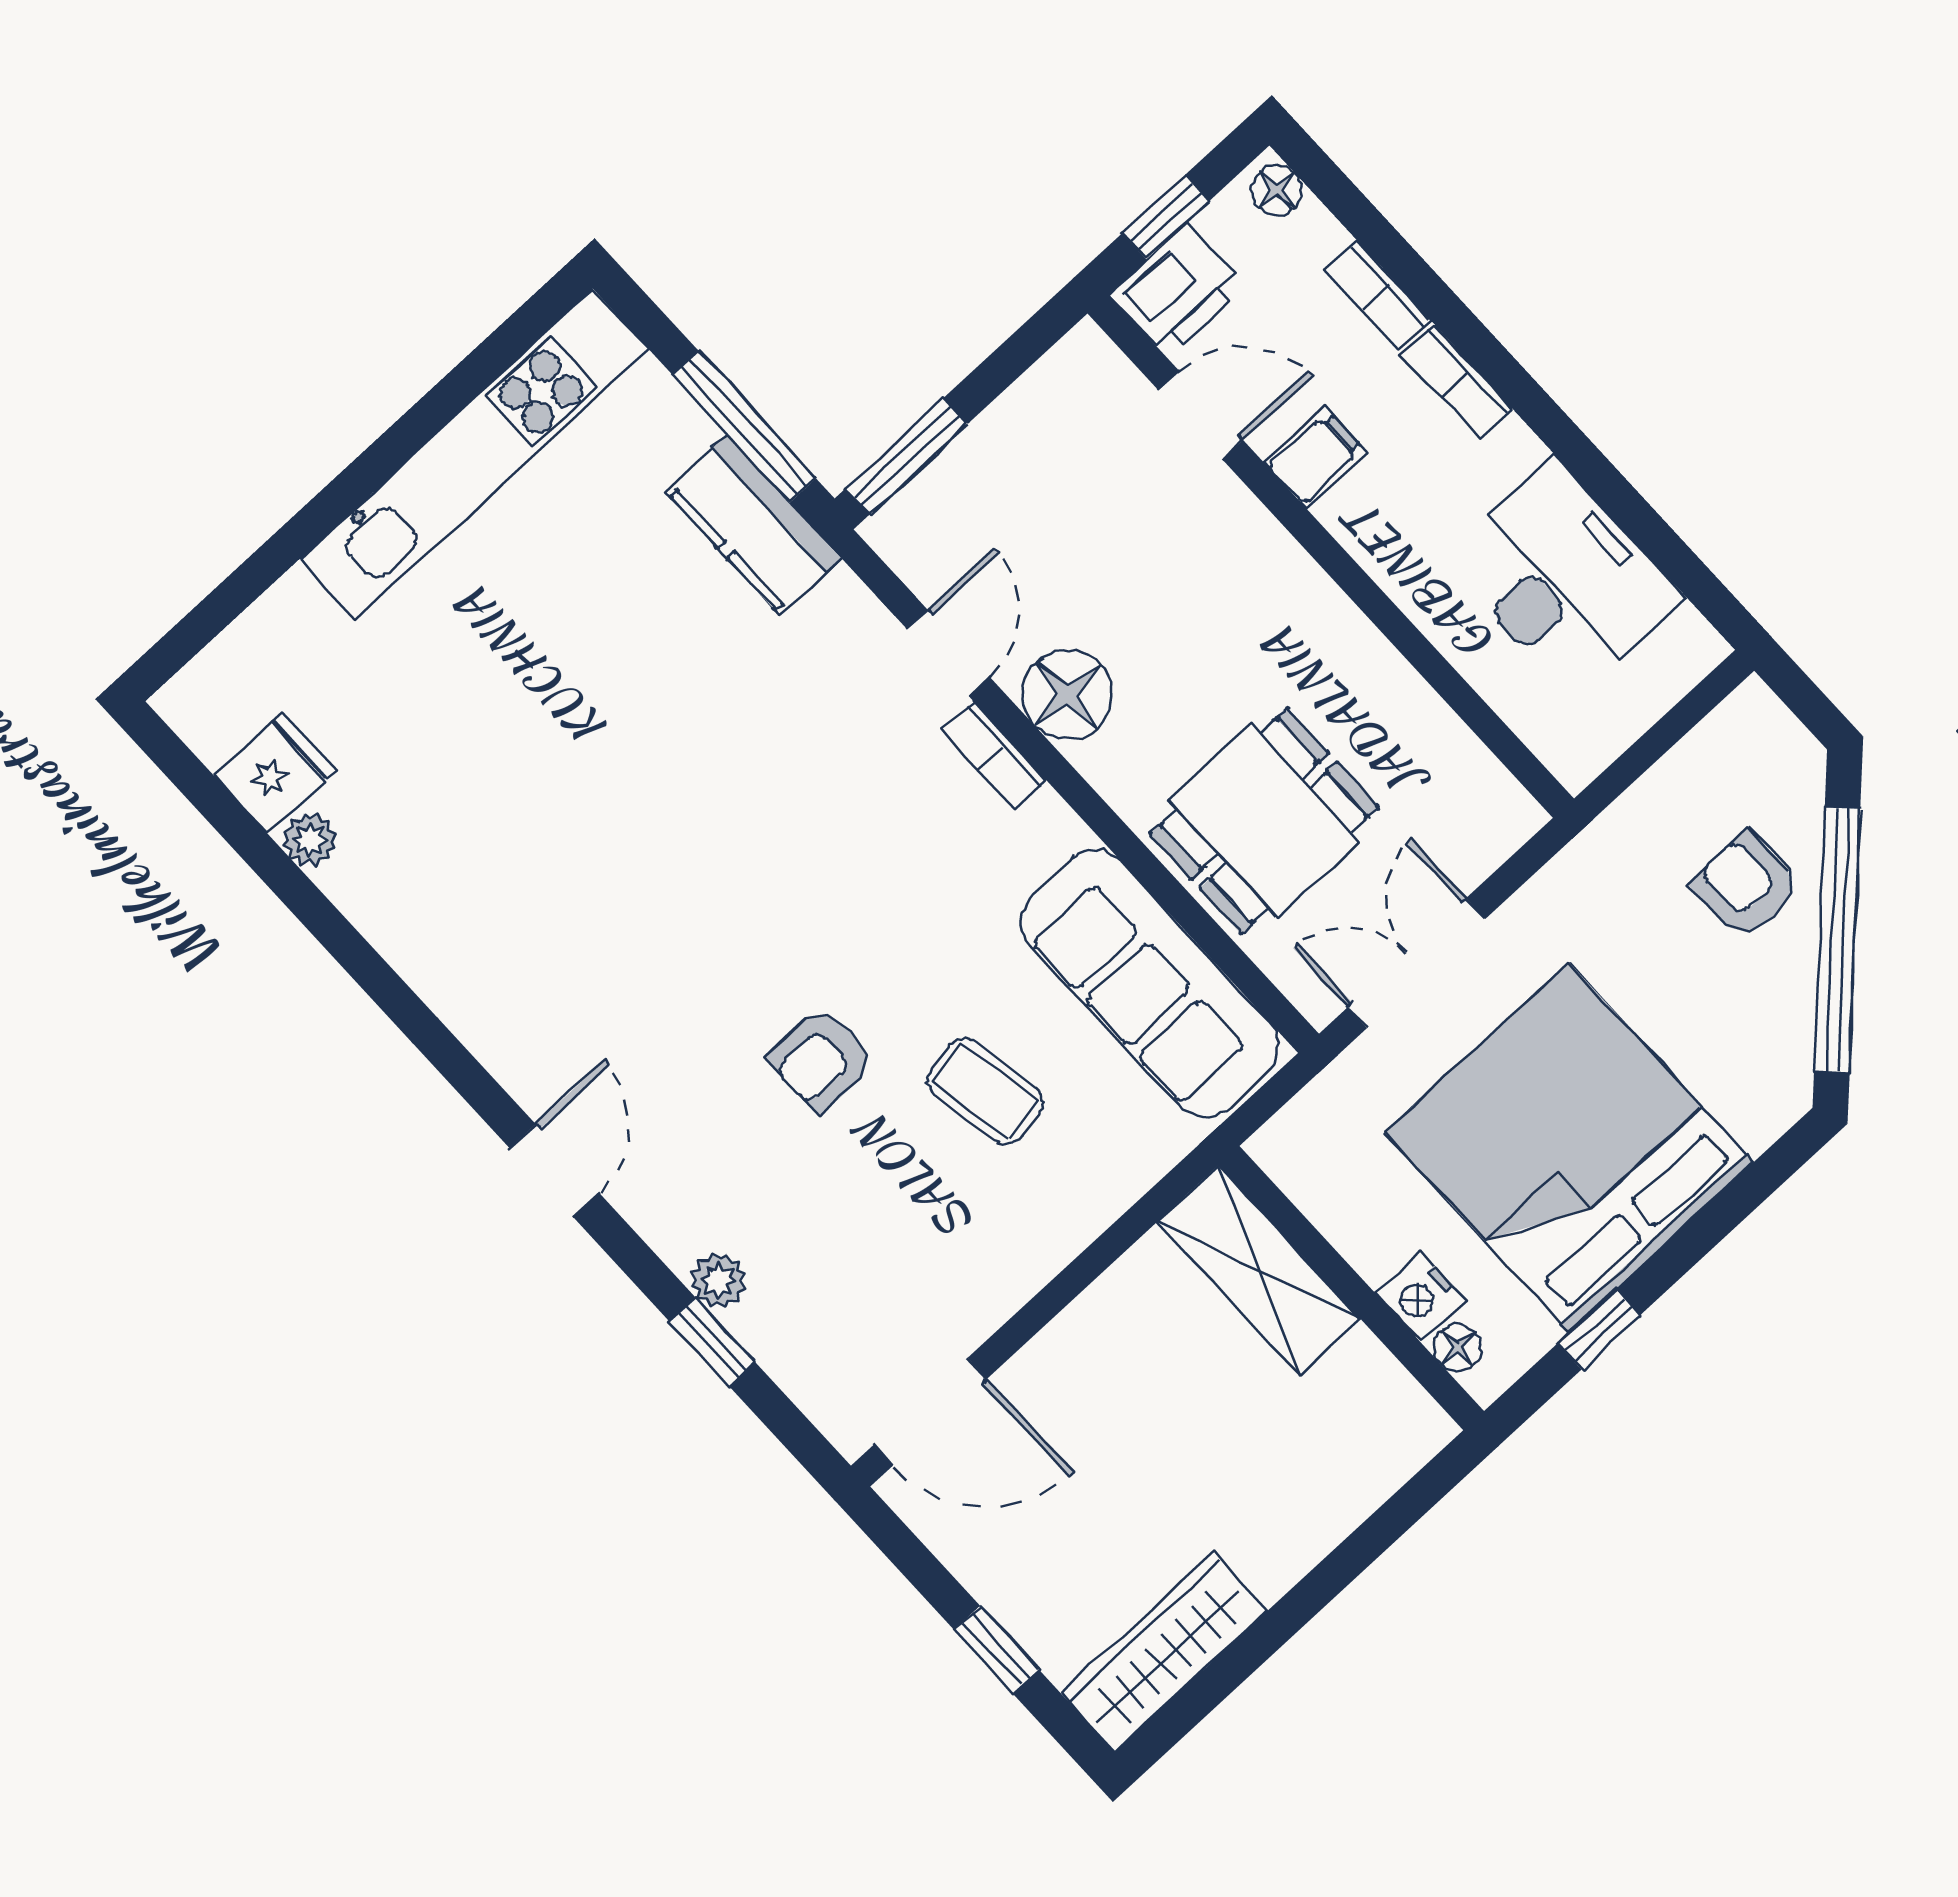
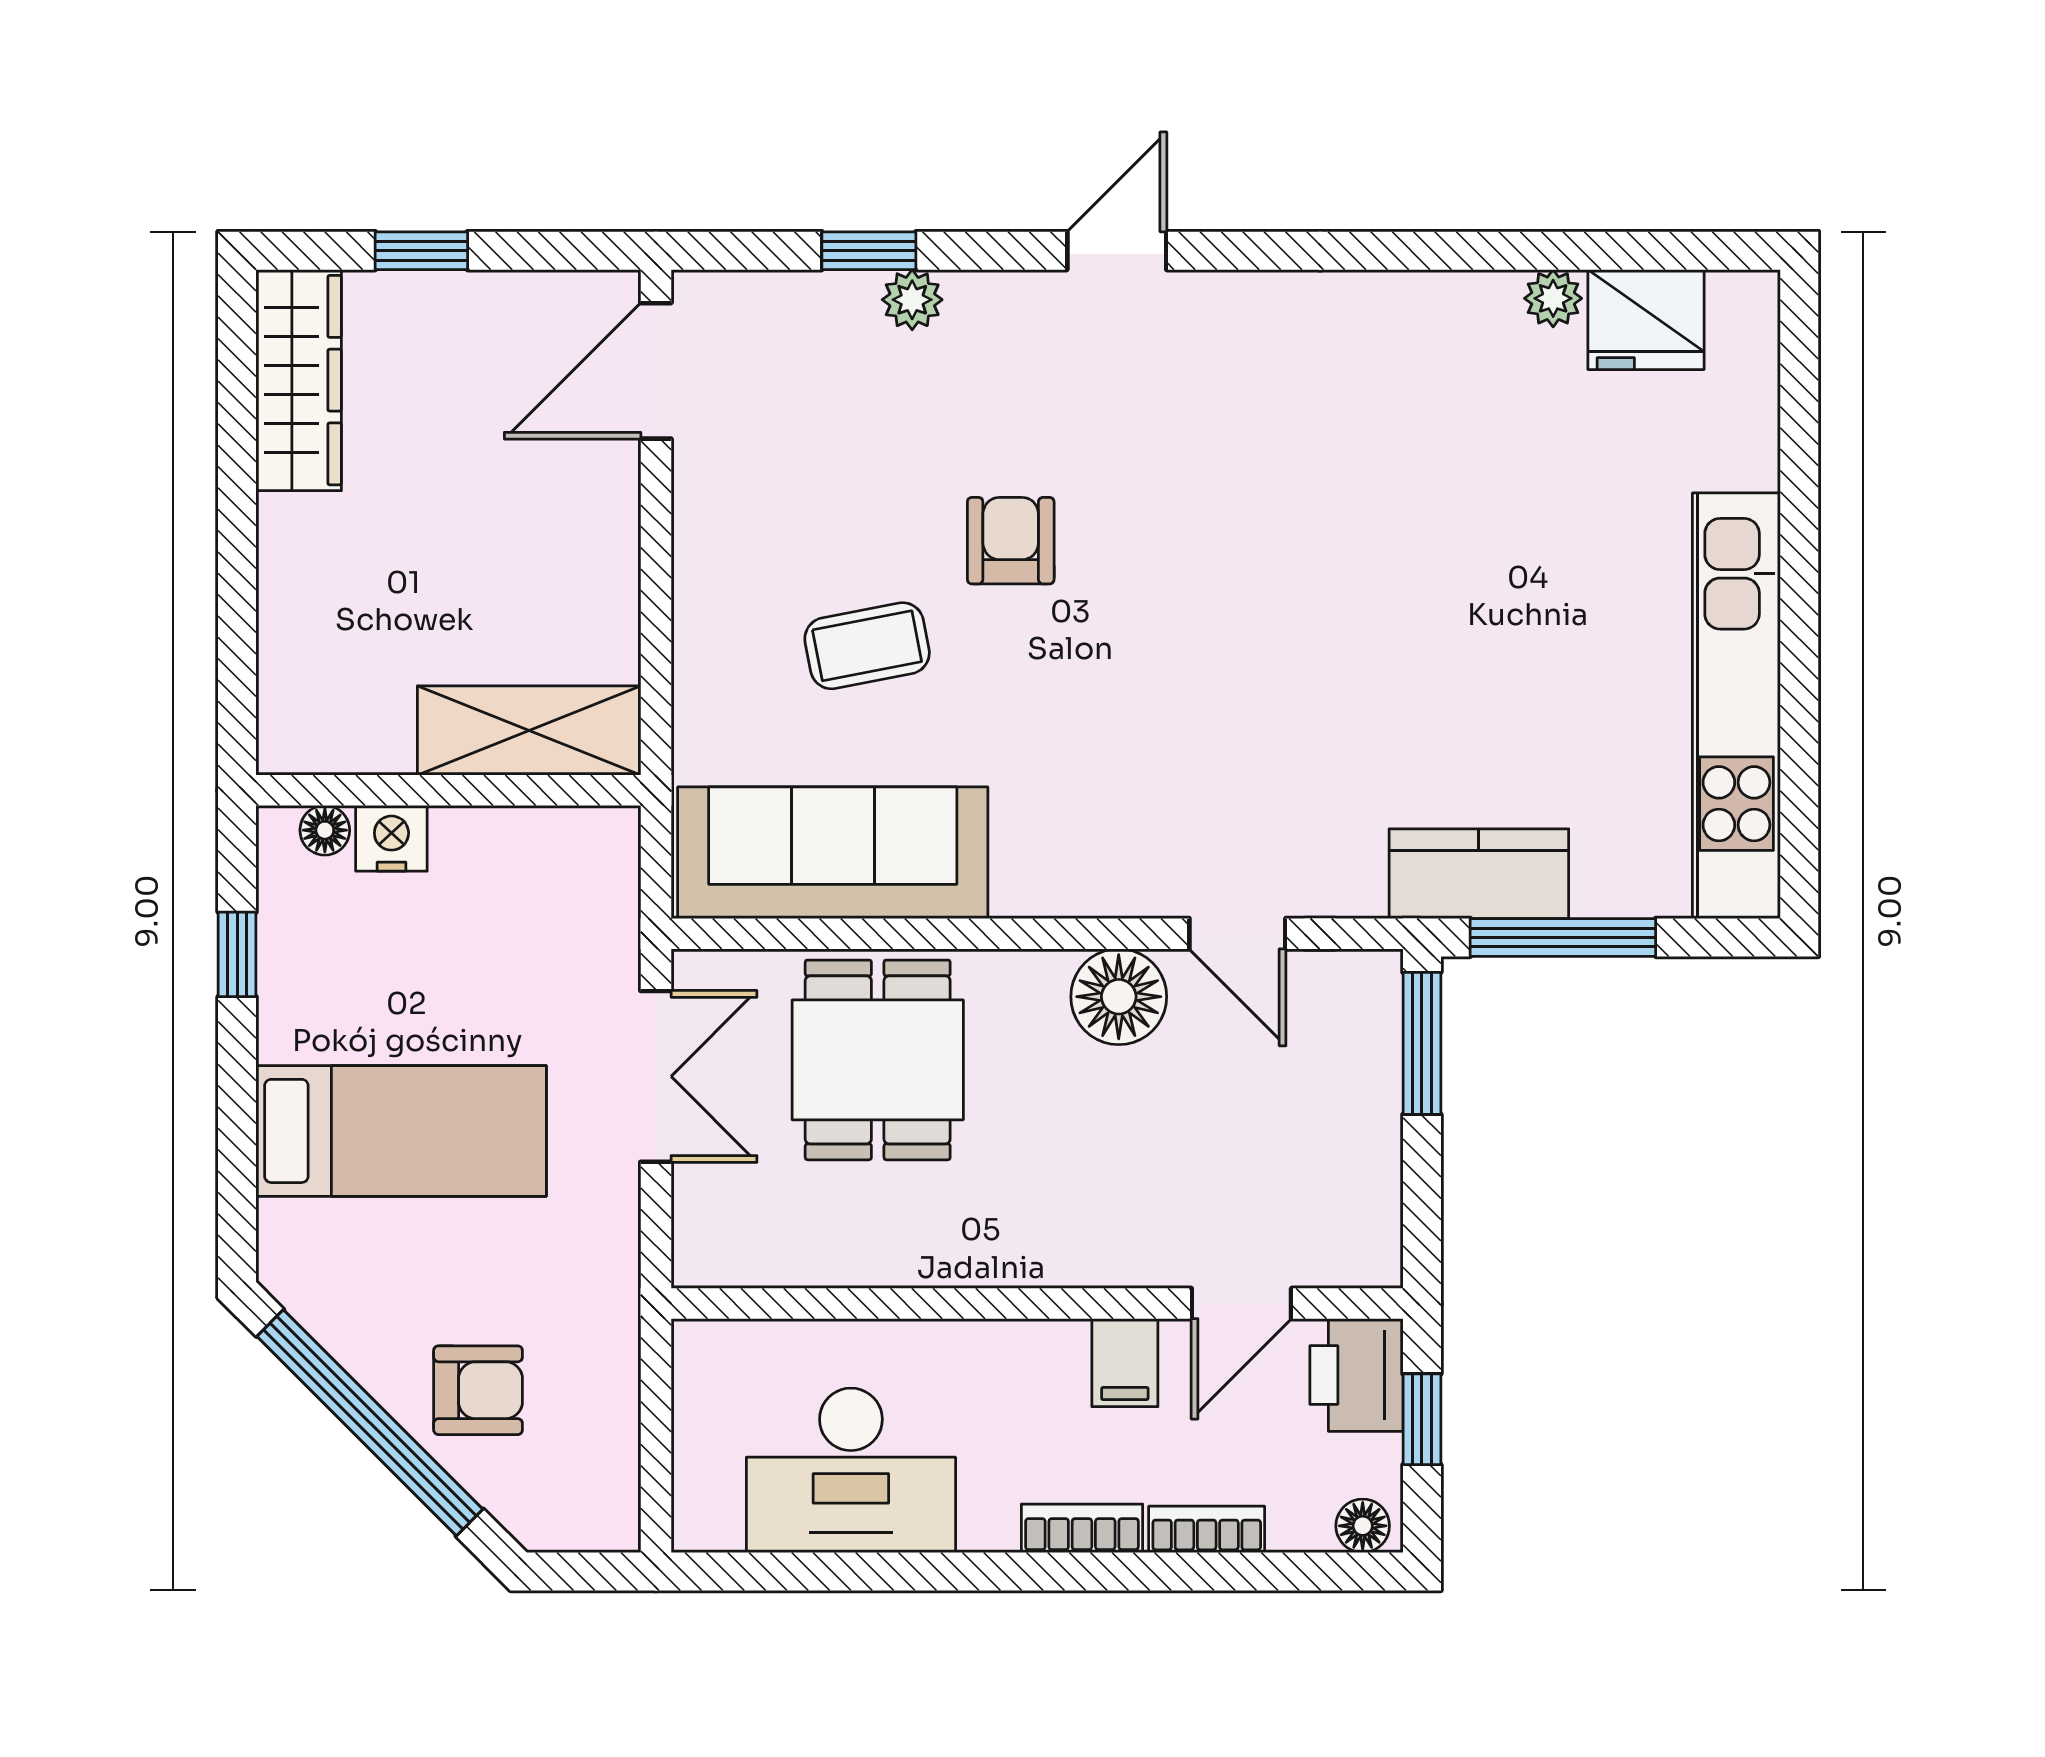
bookcase: (994, 755) -> (1125, 895), removed
fridge: (276, 773) -> (1646, 320), width x1.38
bed: (1569, 1147) -> (401, 1131), width x0.49
door: (554, 1171) -> (1117, 251), swing flipped

